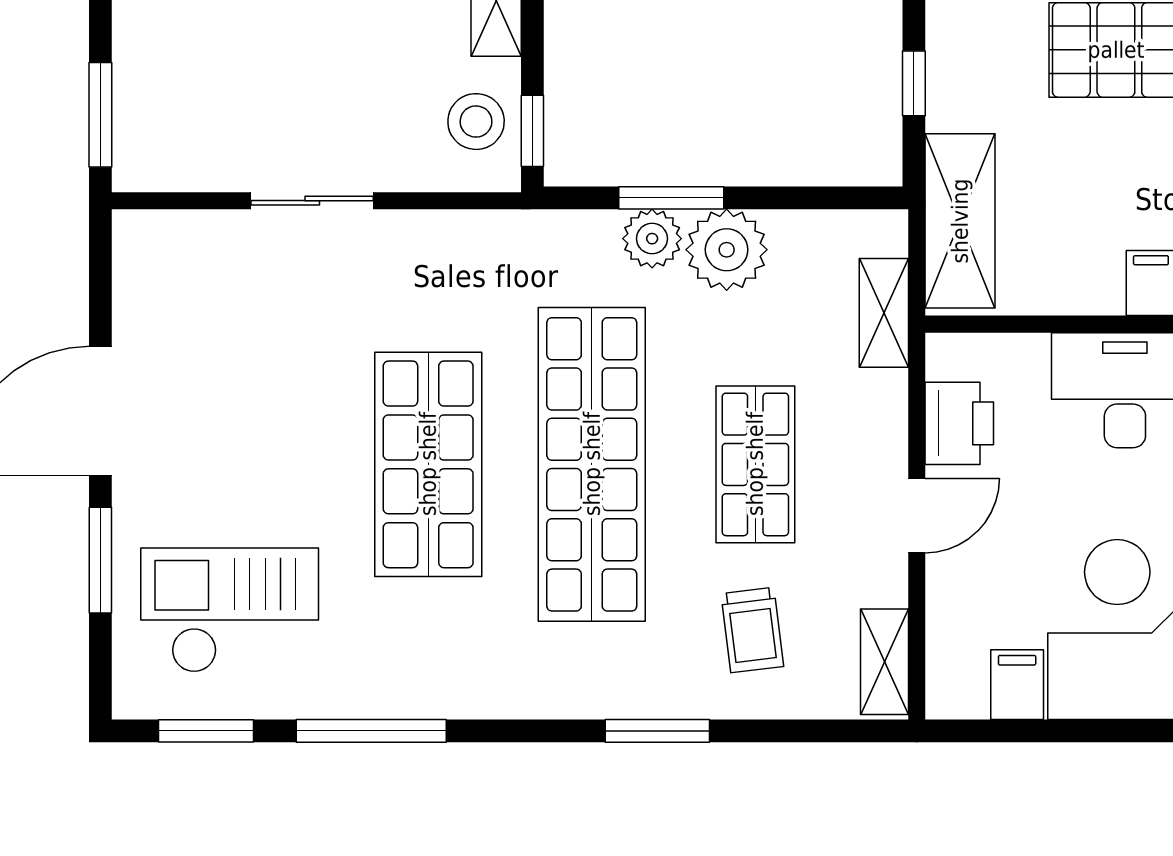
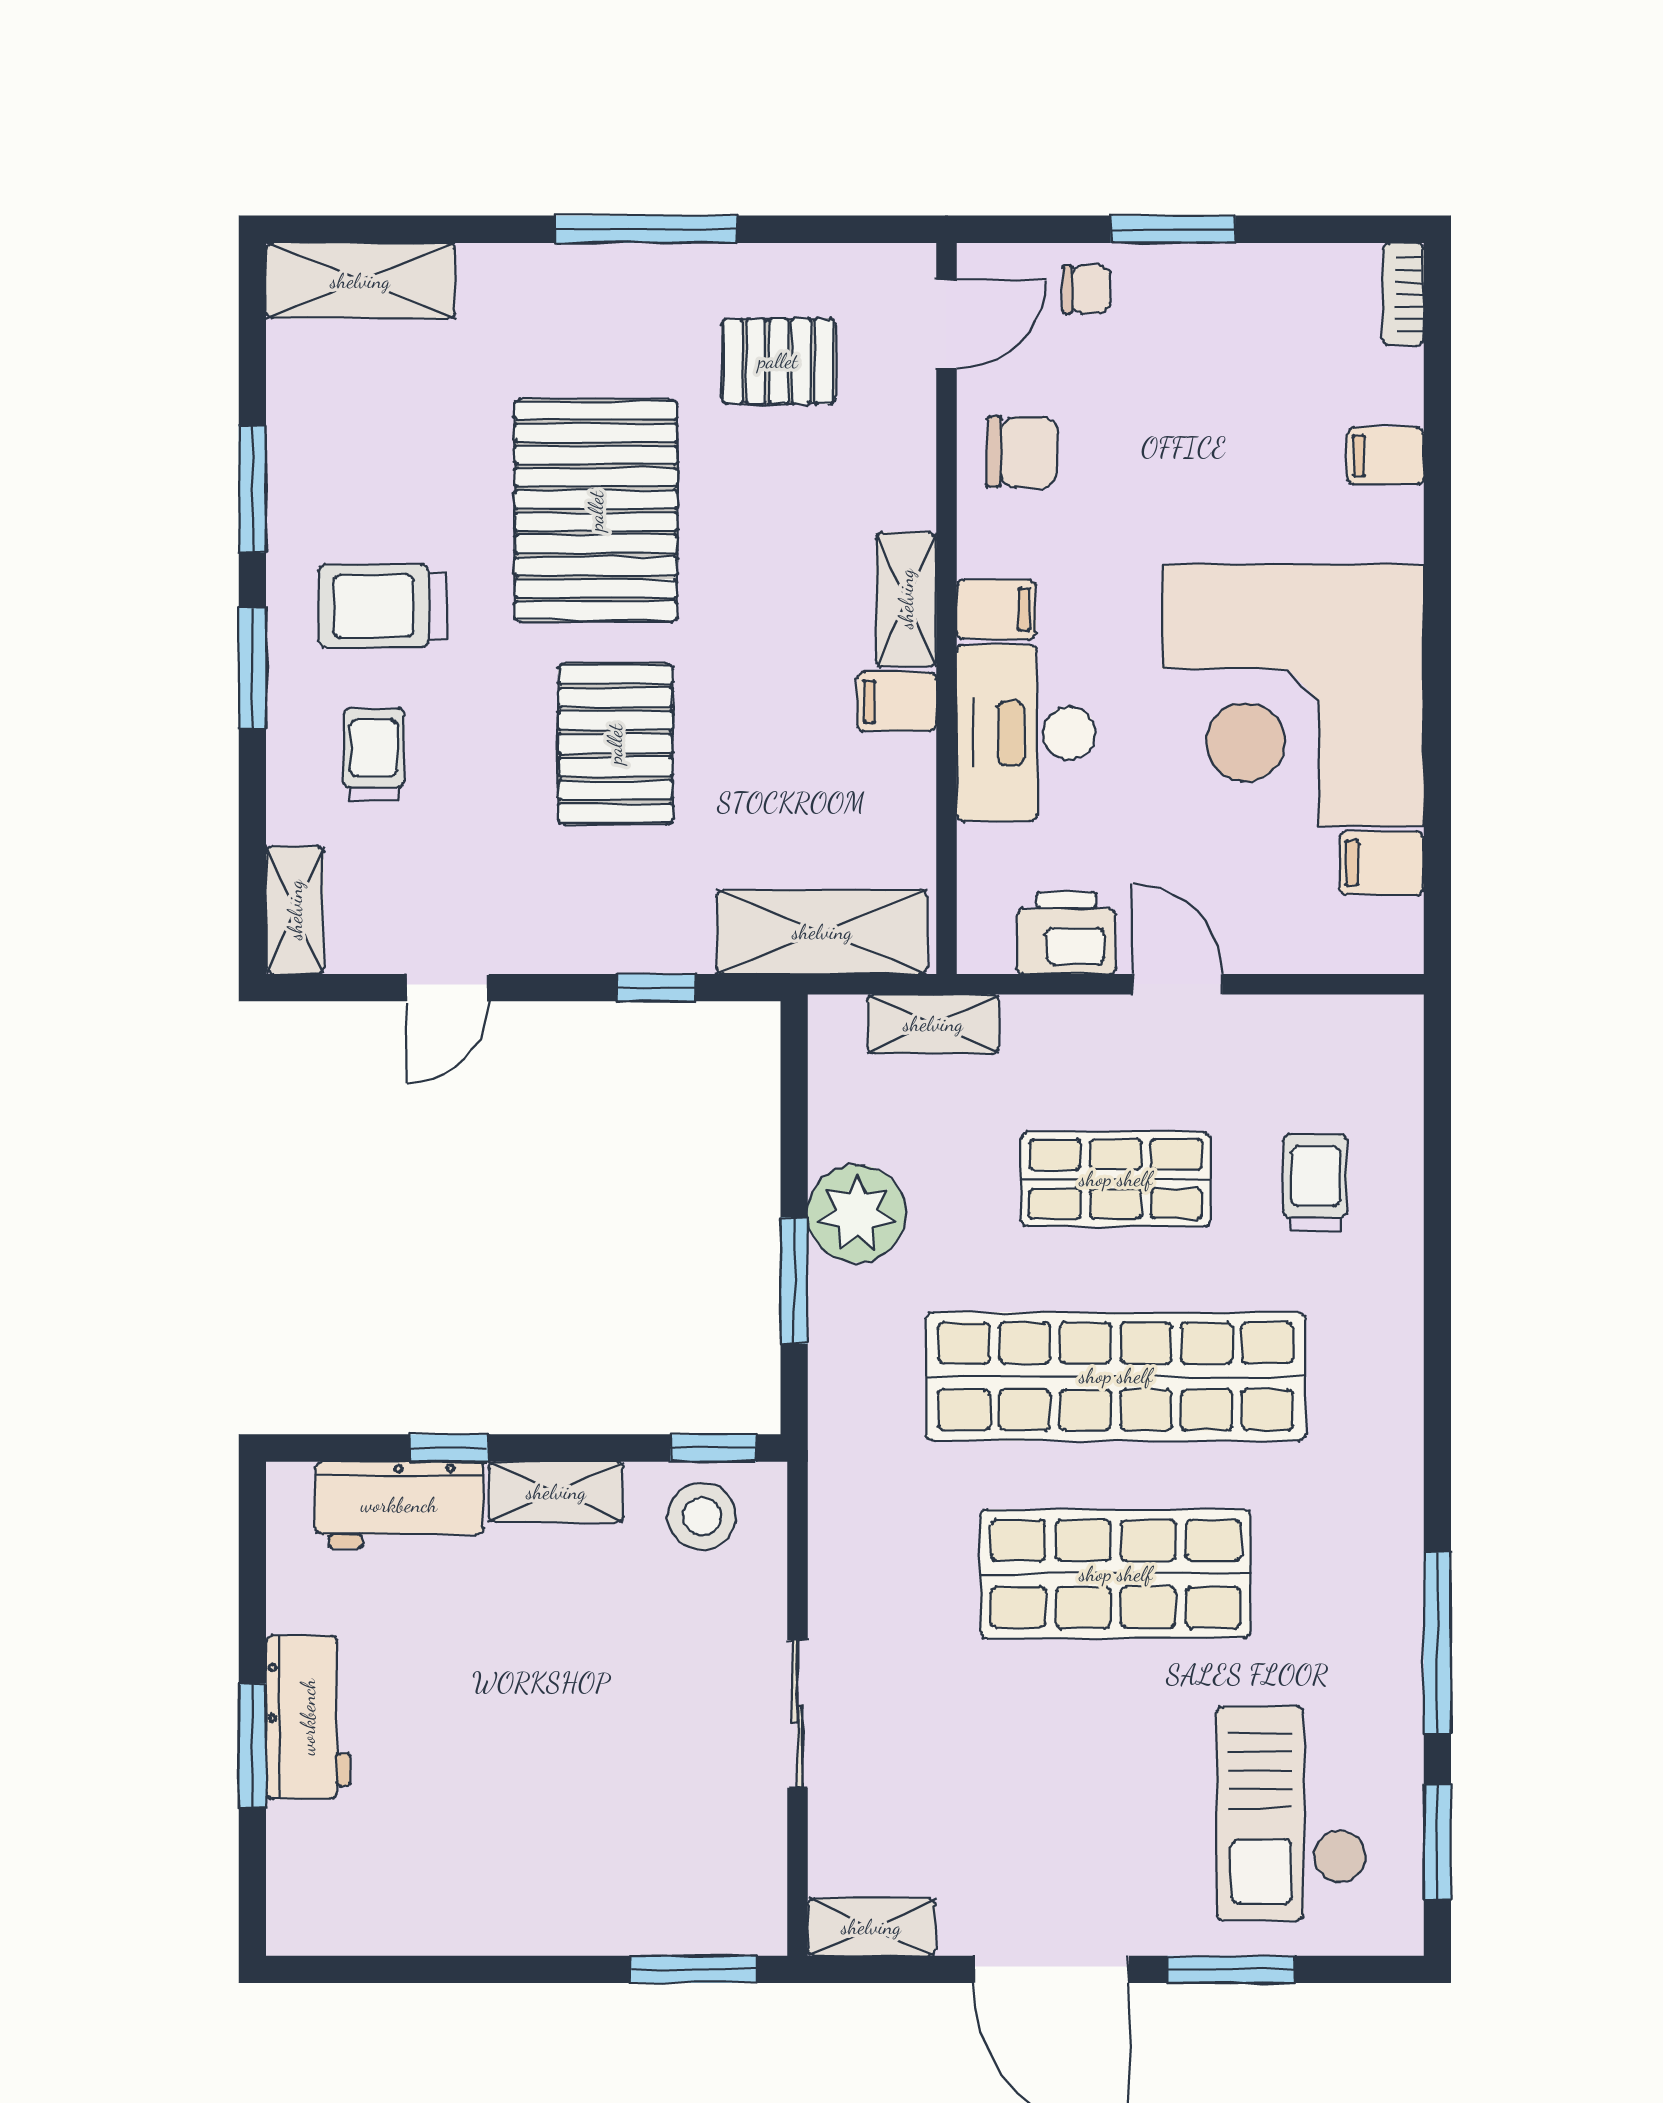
plant: (652, 239) -> (843, 1304), removed
trolley: (752, 630) -> (1316, 1183), turned -83
shelving: (885, 662) -> (871, 1927), moved
window: (657, 731) -> (1437, 1297), removed

